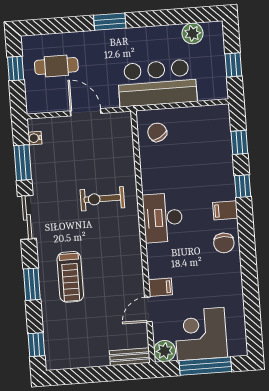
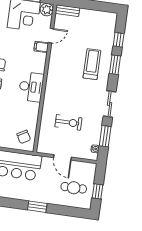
exercise bike: (102, 199) -> (68, 122), moved
window: (36, 345) -> (119, 40), moved

